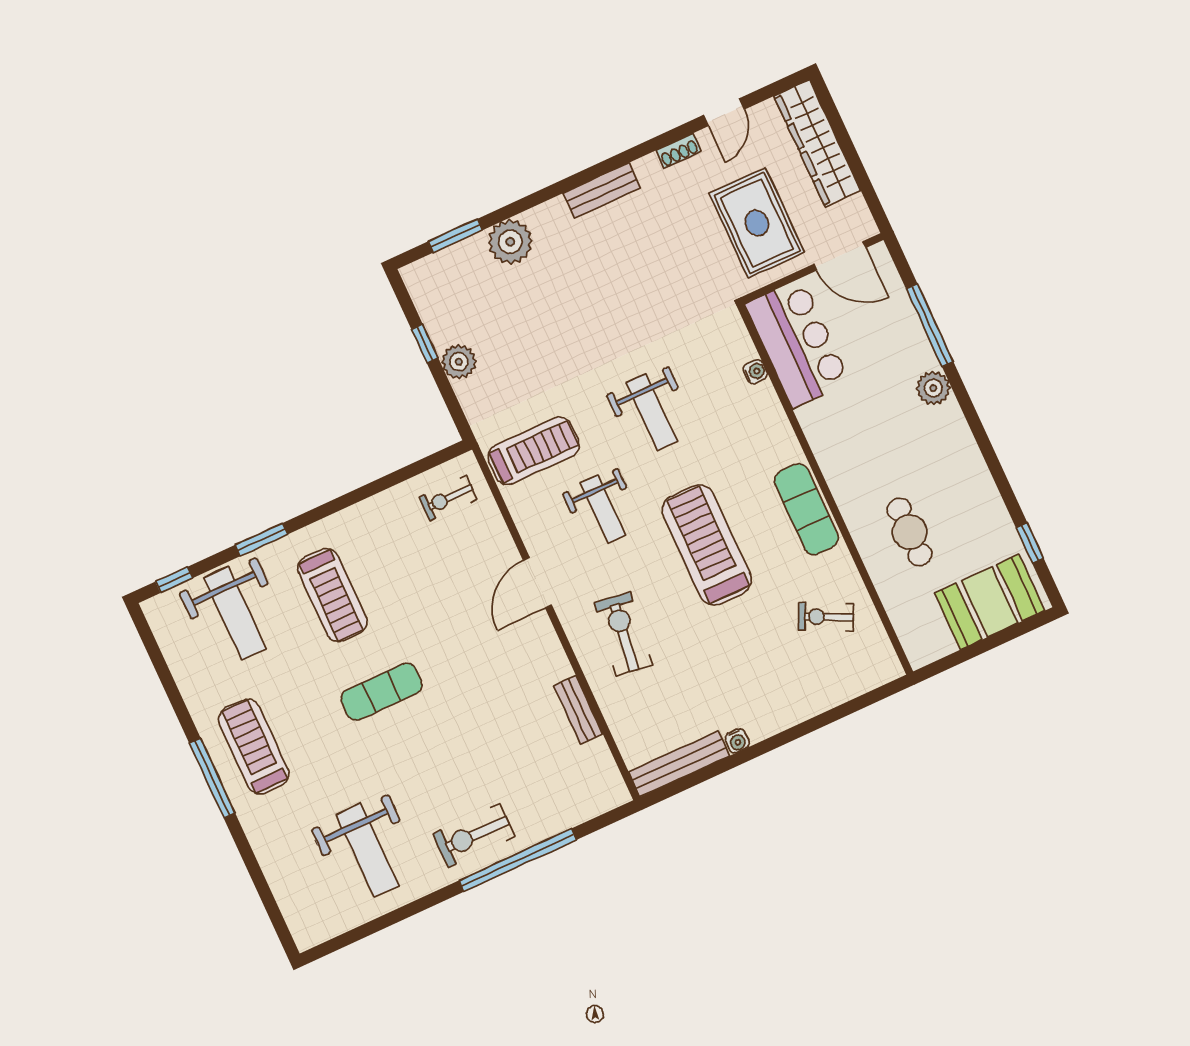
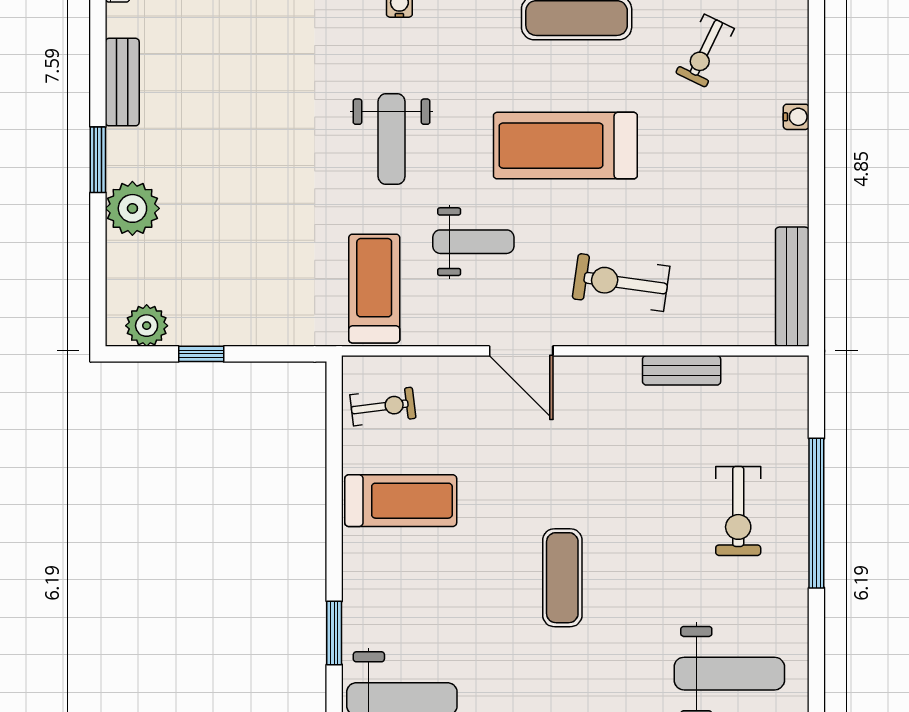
window: (455, 236) -> (98, 160), moved
plant: (459, 362) -> (147, 326), moved
weight bench: (652, 412) -> (392, 139), turned 90
exercise bike: (448, 498) -> (383, 406), turned -97
treadmill: (332, 595) -> (401, 501), moved
water cooler: (737, 741) -> (796, 117), moved
exercise bike: (474, 835) -> (738, 511), moved

